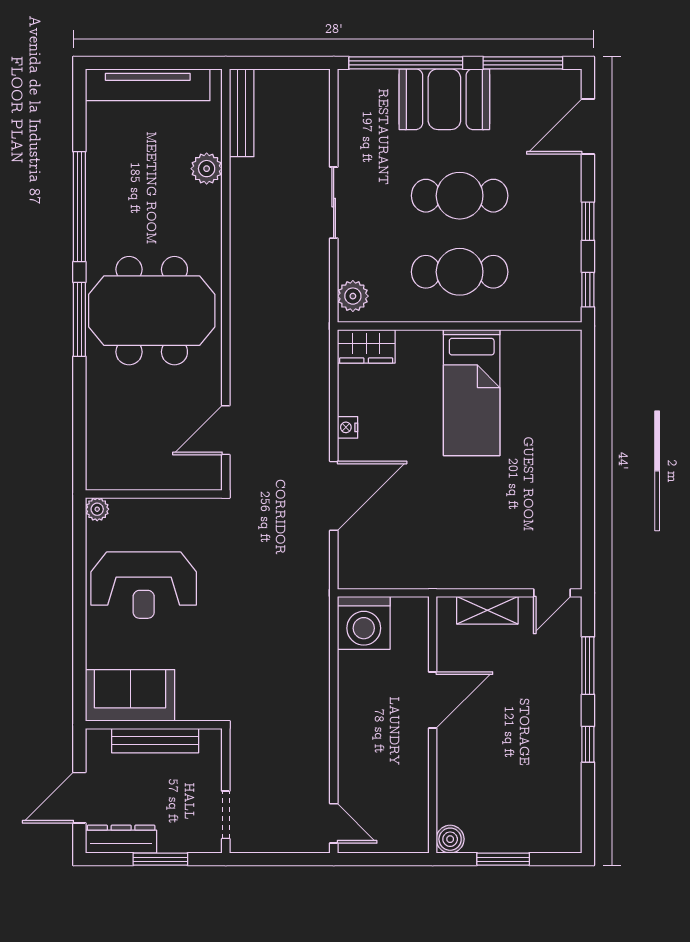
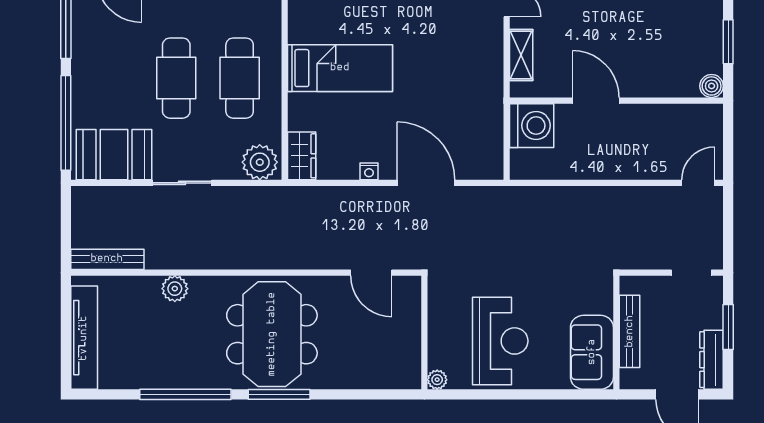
booth: (444, 99) -> (114, 155), moved, turned 90
plant: (207, 169) -> (175, 289), moved
plant: (353, 296) -> (260, 162), width x1.36, depth x1.36
washing machine: (364, 623) -> (532, 126), moved

